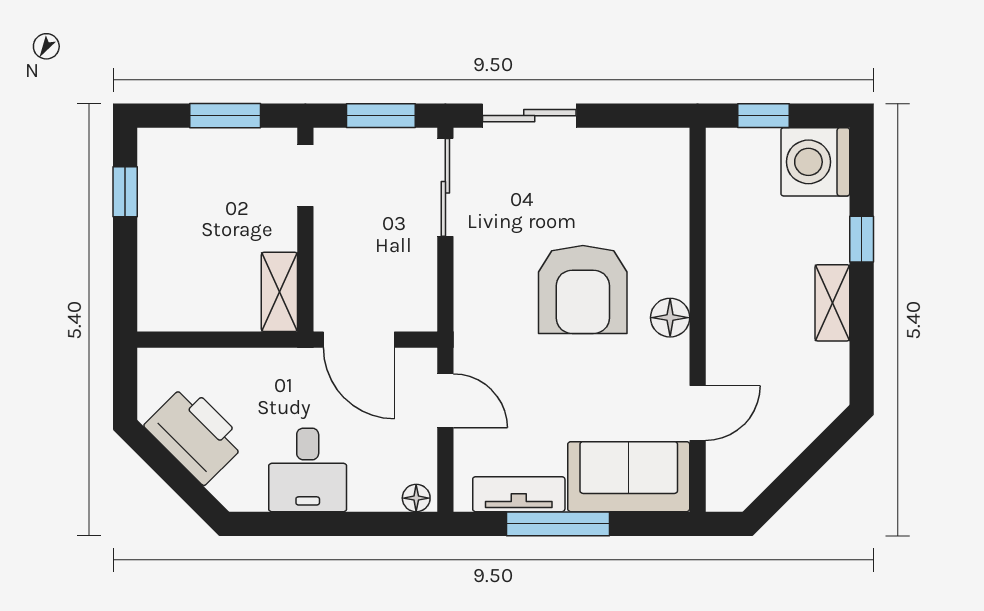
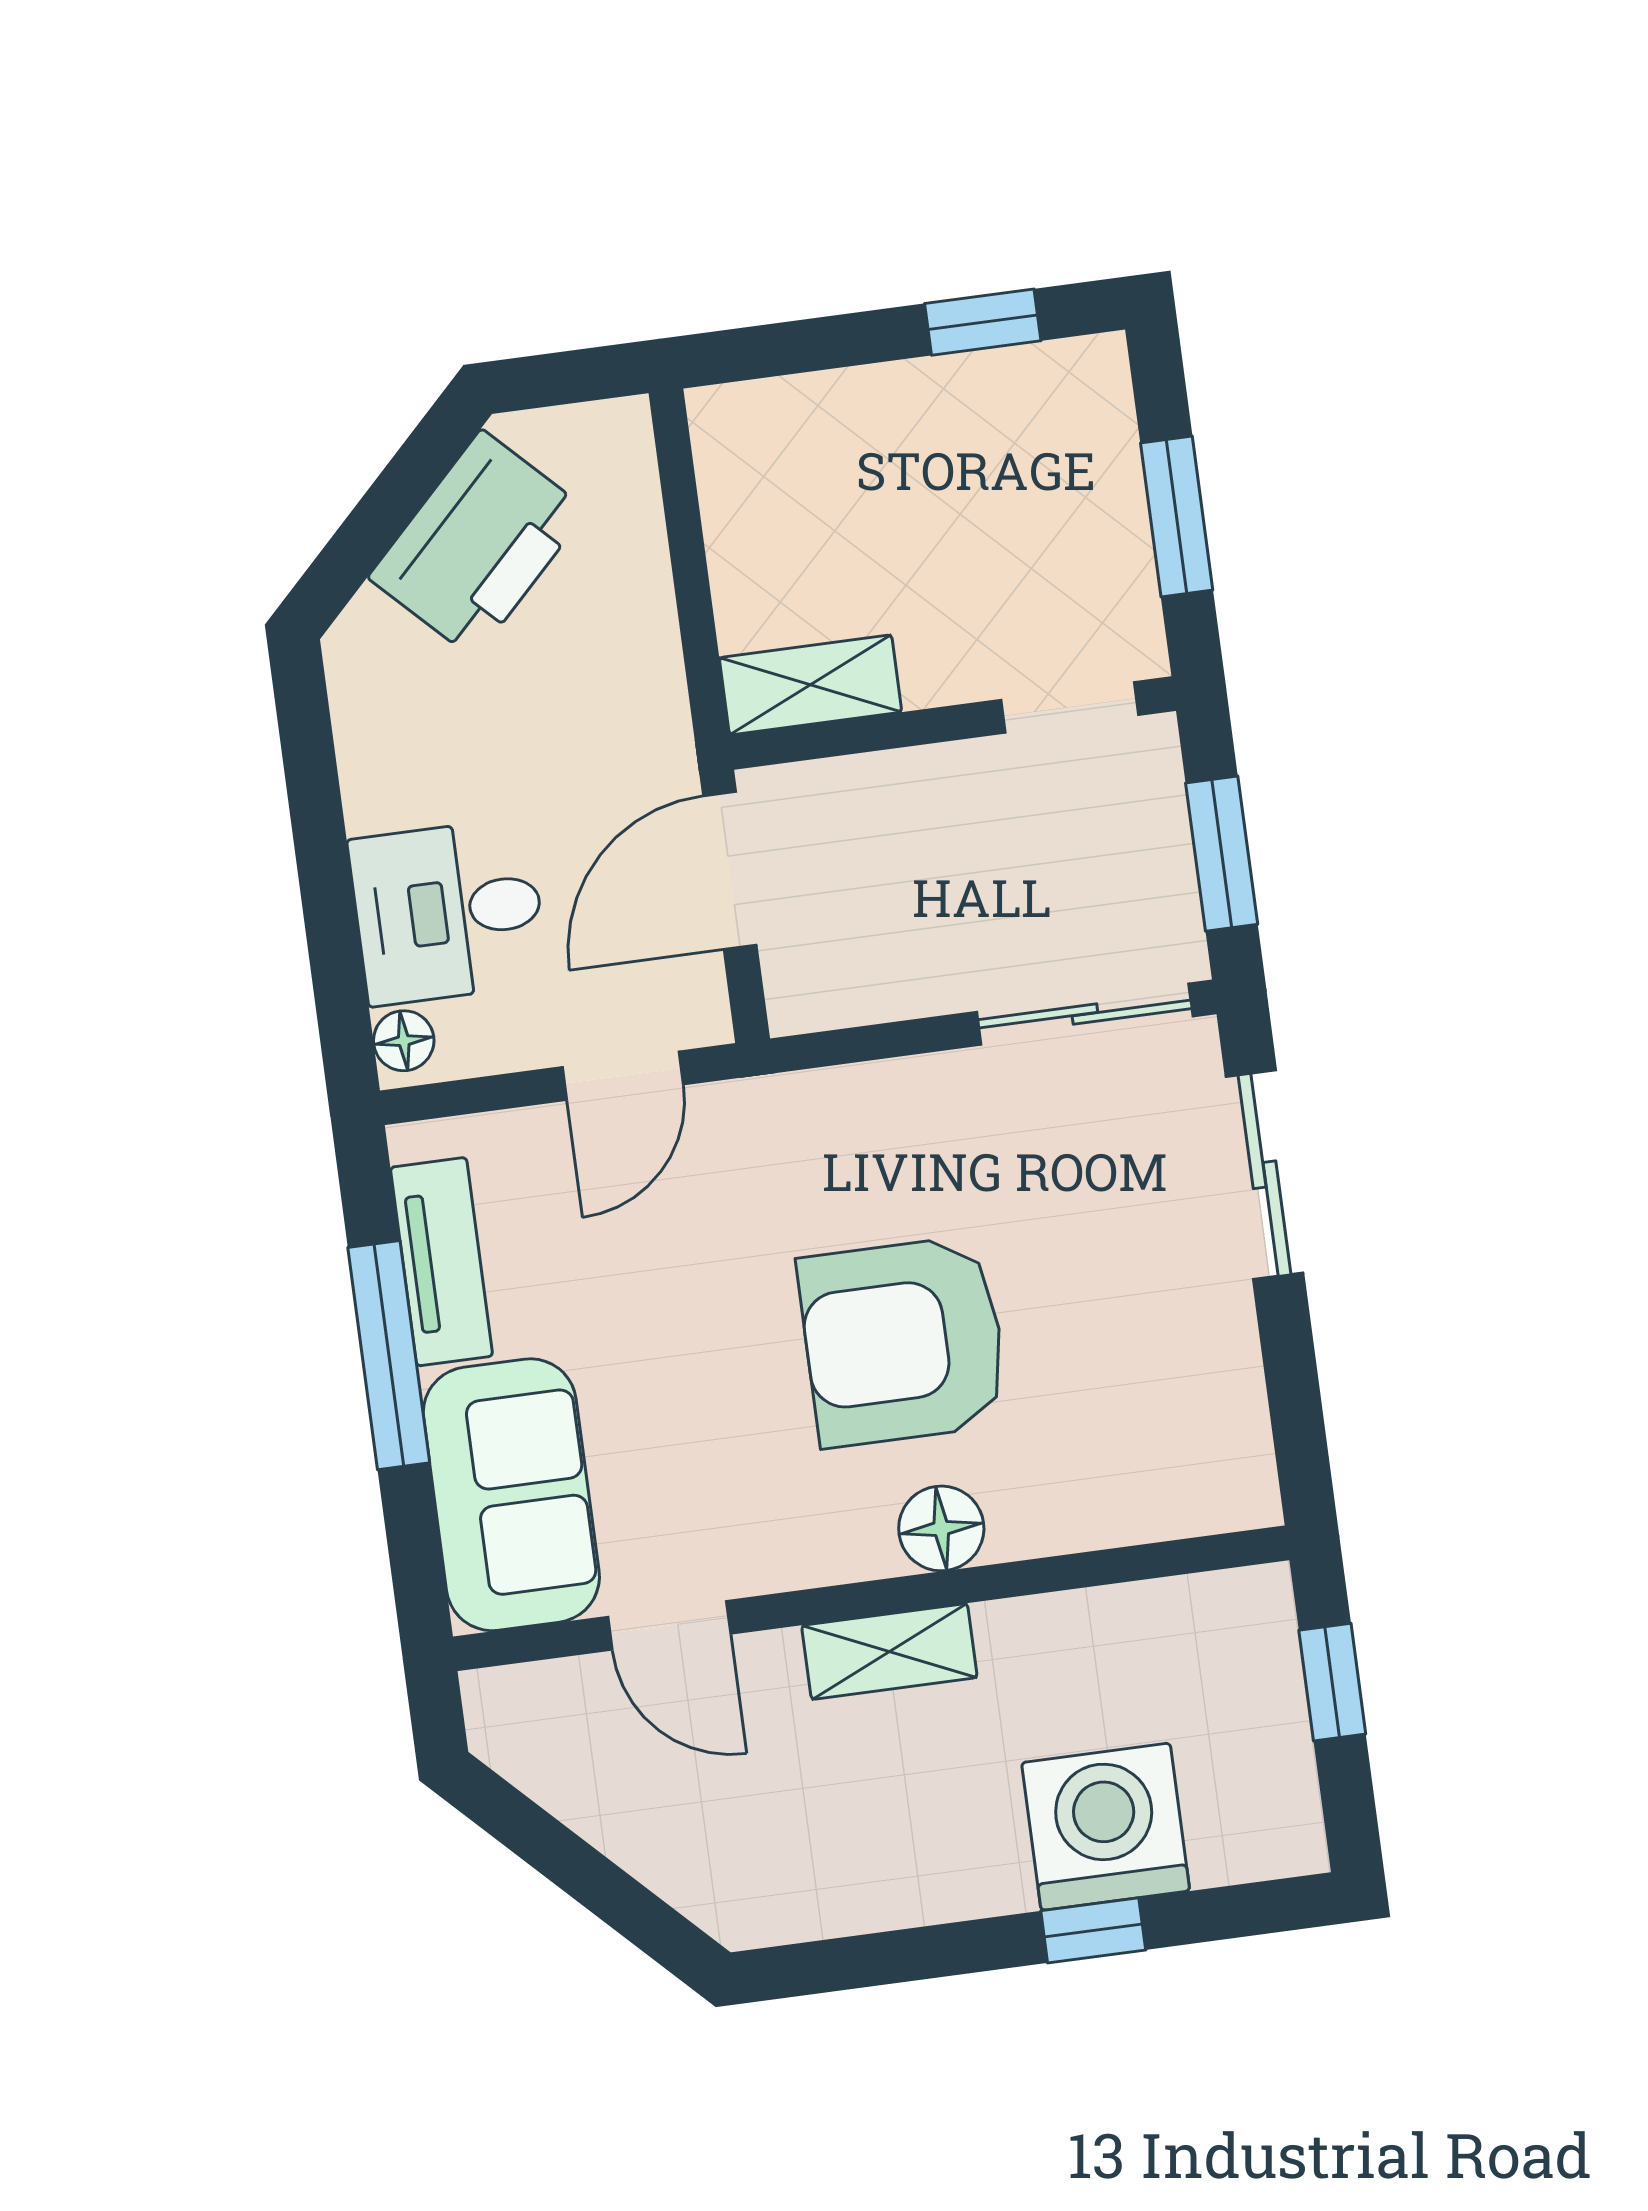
washing machine: (815, 162) -> (1106, 1827), moved
shelving: (832, 303) -> (889, 1651), moved
floor lamp: (670, 318) -> (941, 1528), moved
desk: (308, 470) -> (448, 912), moved

